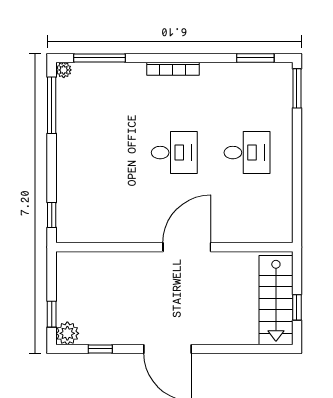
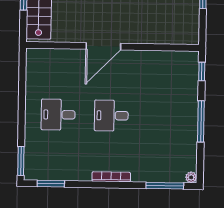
window: (52, 105) -> (201, 121), moved

